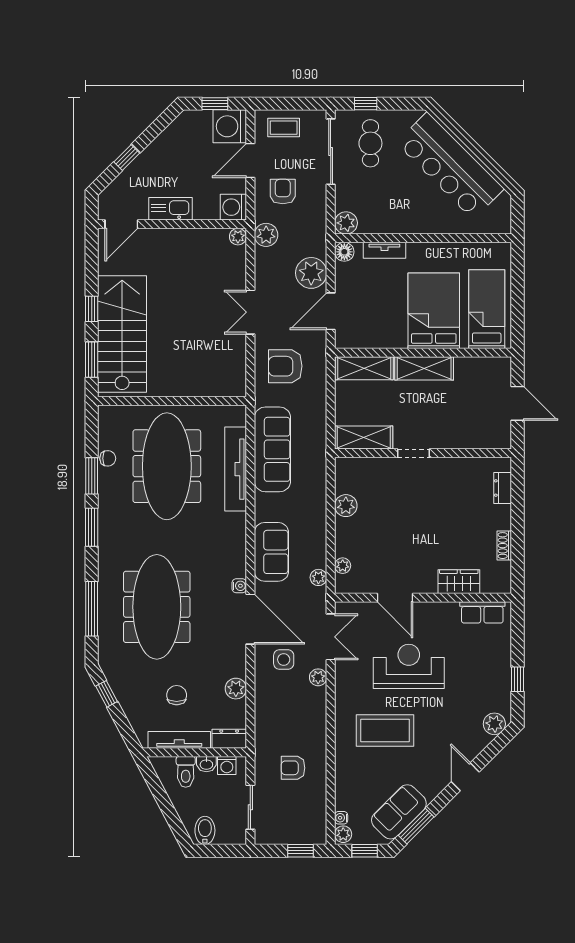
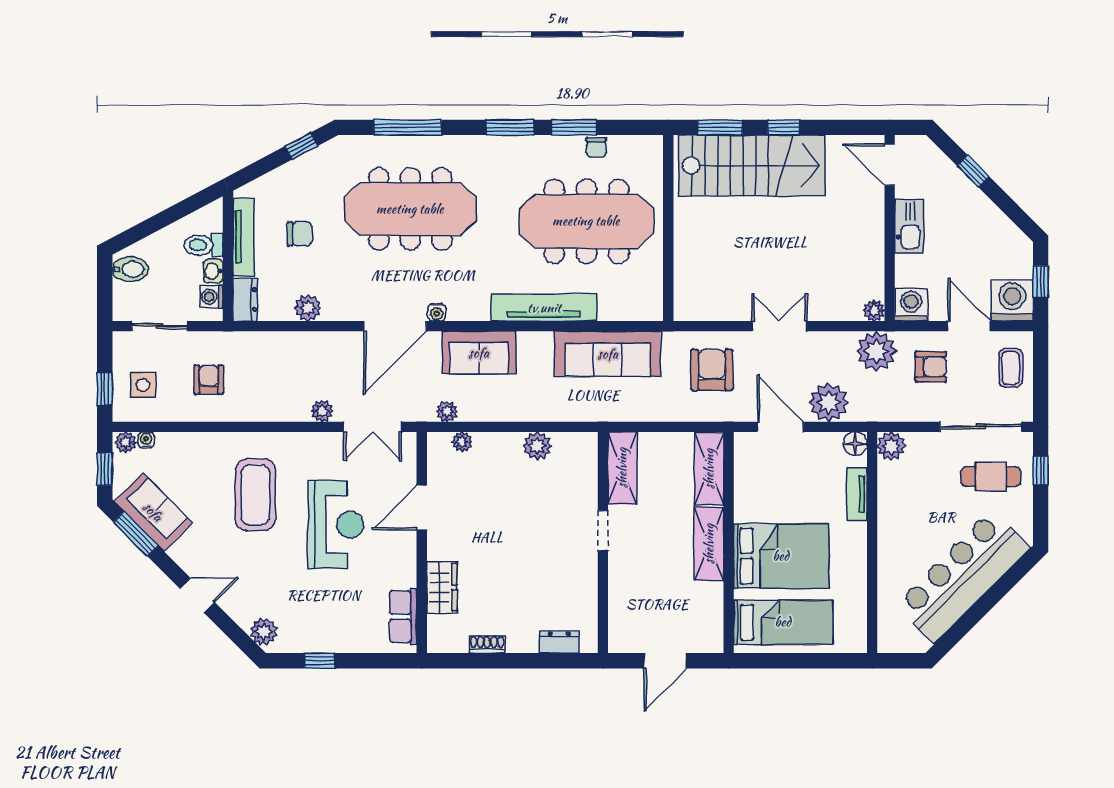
plant: (266, 235) -> (876, 351), width x1.36, depth x1.36
tv unit: (236, 469) -> (544, 308), moved
side table: (284, 660) -> (143, 385), moved

